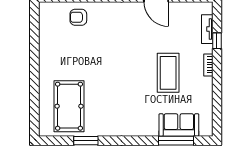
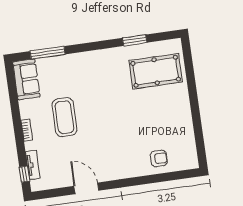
window: (217, 41) -> (24, 174), moved
pool table: (69, 106) -> (156, 71), turned 90
sofa: (179, 125) -> (26, 79), moved, turned -90

